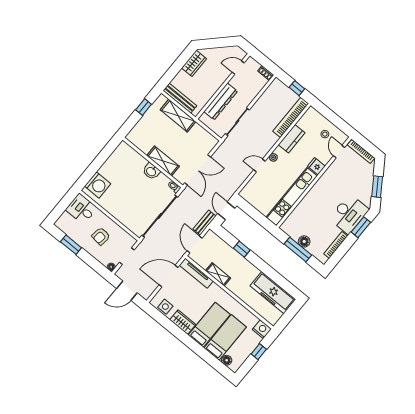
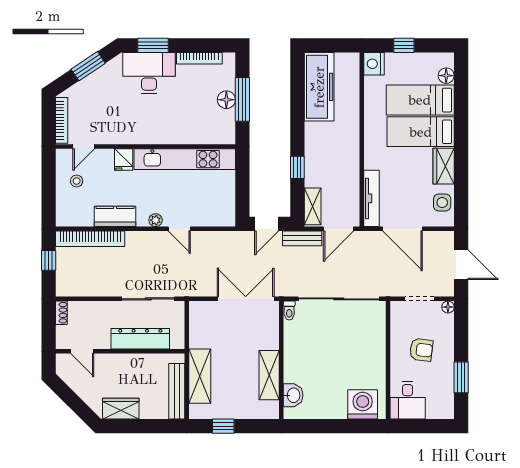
shelving: (163, 161) -> (269, 375), moved
washbasin: (151, 171) -> (293, 395), moved
shelving: (218, 274) -> (313, 206), moved

